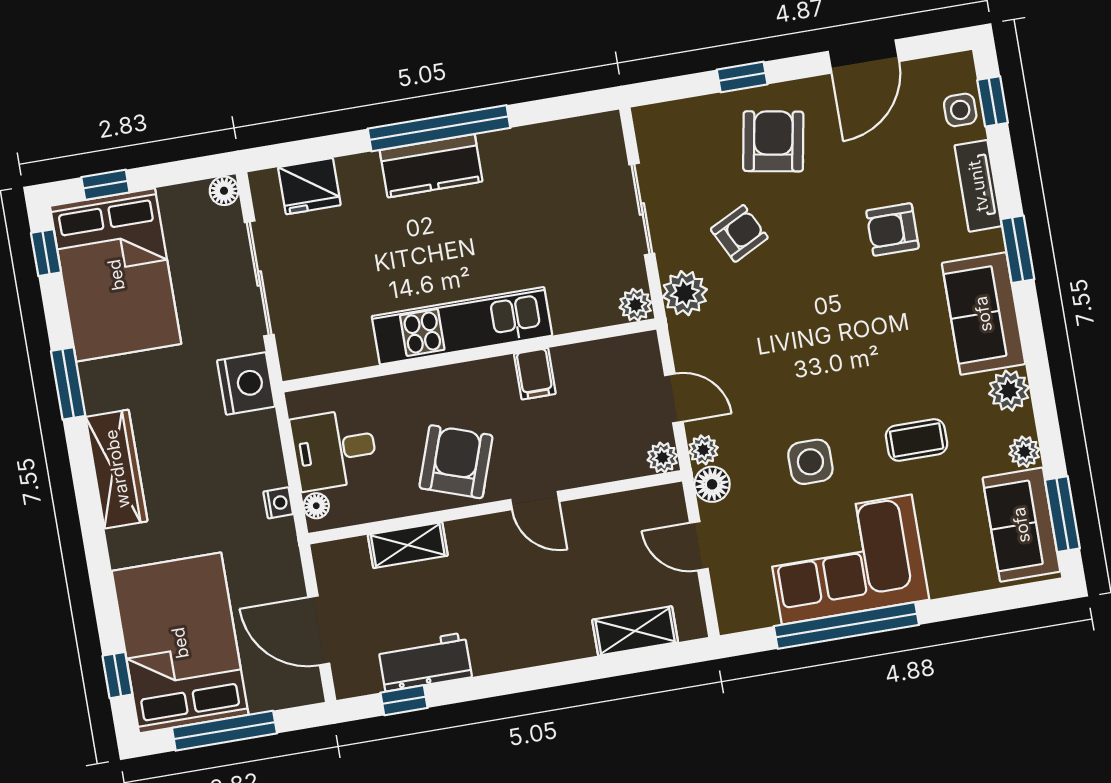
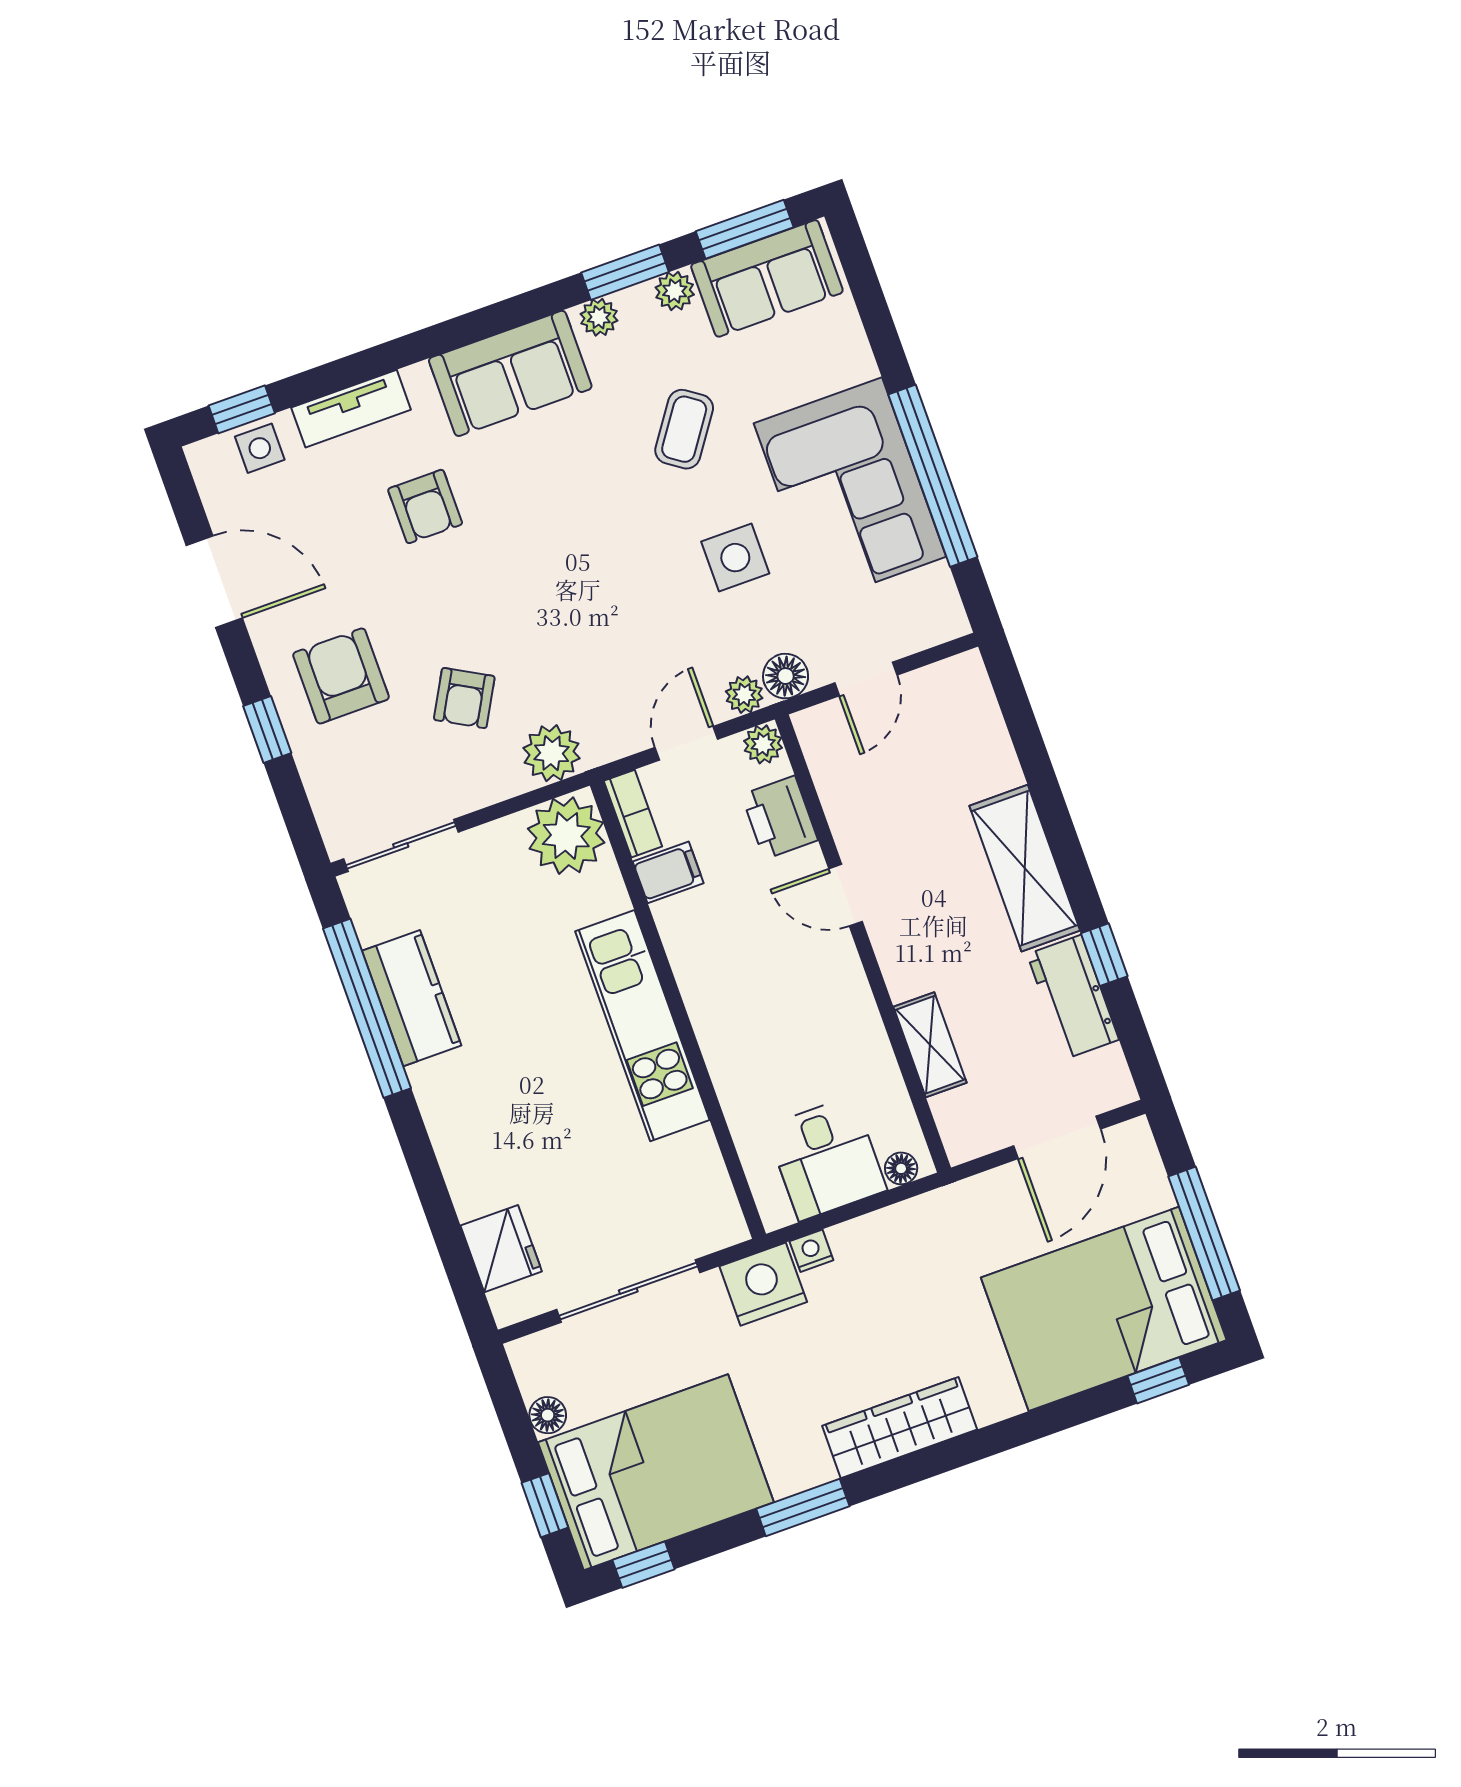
window: (439, 128) -> (367, 1008), moved
armchair: (773, 141) -> (341, 676), turned 80
kitchen counter: (431, 166) -> (412, 998), moved
floor lamp: (224, 191) -> (548, 1415), moved
sliding door: (642, 209) -> (401, 845), moved
armchair: (739, 233) -> (464, 698), turned -124
window: (1018, 249) -> (625, 272), moved
plant: (636, 305) -> (566, 836), width x1.88, depth x1.88
bookcase: (627, 348) -> (633, 814), added
filing cabinet: (535, 374) -> (668, 872), moved
plant: (1009, 391) -> (599, 317), width x0.73, depth x0.73
coffee table: (917, 440) -> (684, 429), turned 35
printer: (604, 460) -> (780, 817), added
armchair: (456, 462) -> (814, 1003), removed
door: (535, 501) -> (846, 895), swing flipped
nightstand: (278, 503) -> (811, 1251), moved
shelving: (635, 631) -> (1025, 868), moved, width x1.50, depth x1.33
window: (404, 700) -> (1104, 955), moved

